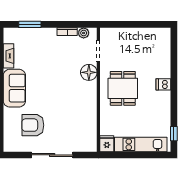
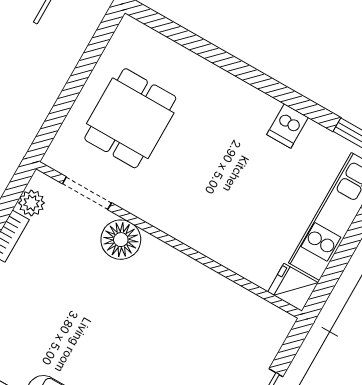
dishwasher: (163, 84) -> (288, 126), moved
dining table: (123, 88) -> (130, 118), moved, turned 90

